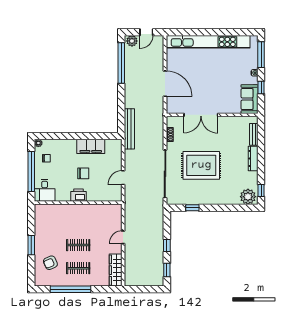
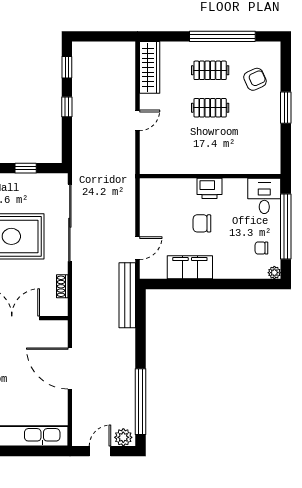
door: (123, 178) -> (137, 248), moved

